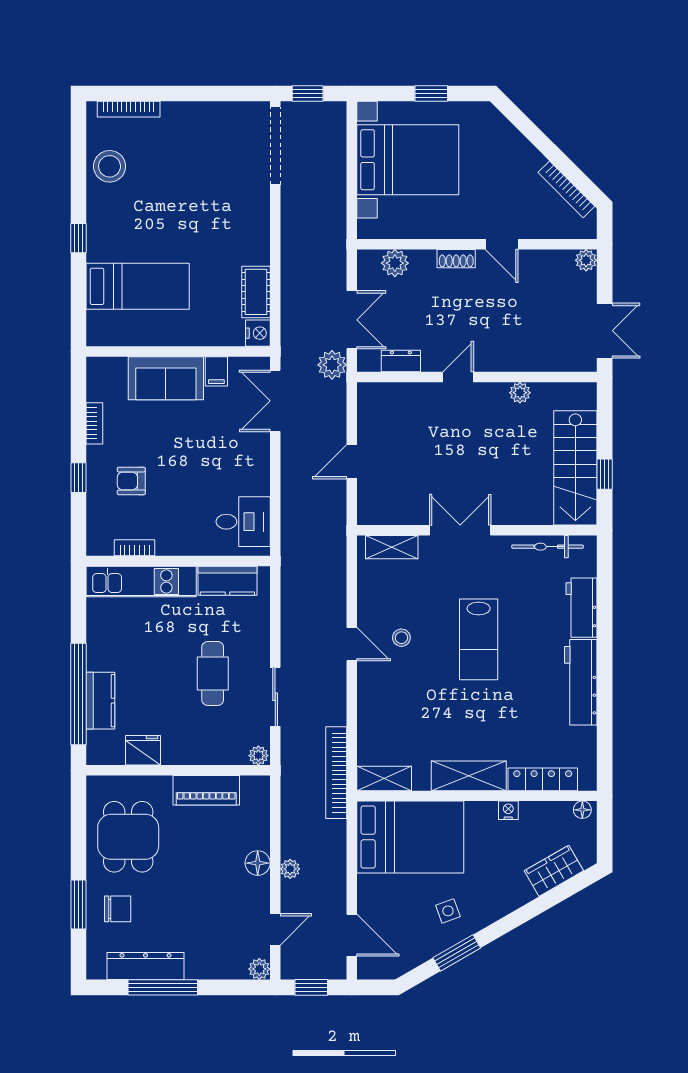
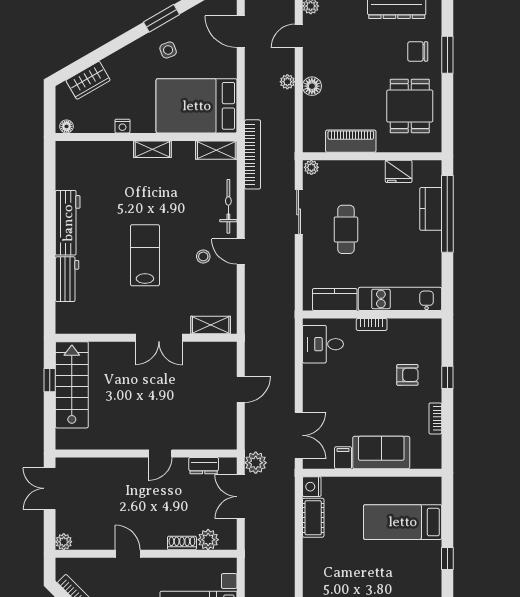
shoe rack: (456, 259) -> (182, 543), moved
plant: (520, 393) -> (114, 442), removed
bicycle: (548, 547) -> (228, 206), moved, turned -90
bookcase: (135, 548) -> (372, 324), moved
shelving: (469, 776) -> (152, 149), width x0.67, depth x0.75
locker: (543, 779) -> (96, 149), removed

